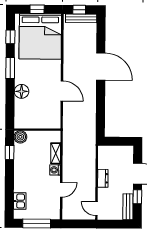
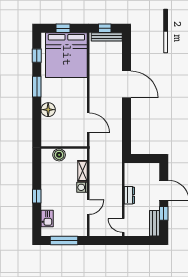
door: (62, 91) -> (88, 123), moved
boiler: (20, 137) -> (59, 155), moved
window: (10, 152) -> (37, 196), moved

